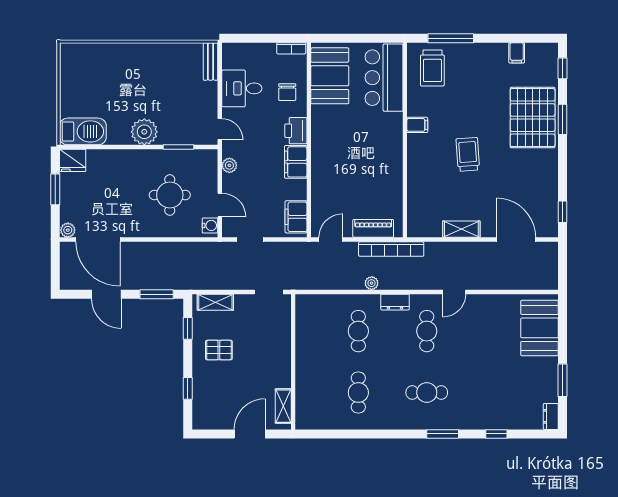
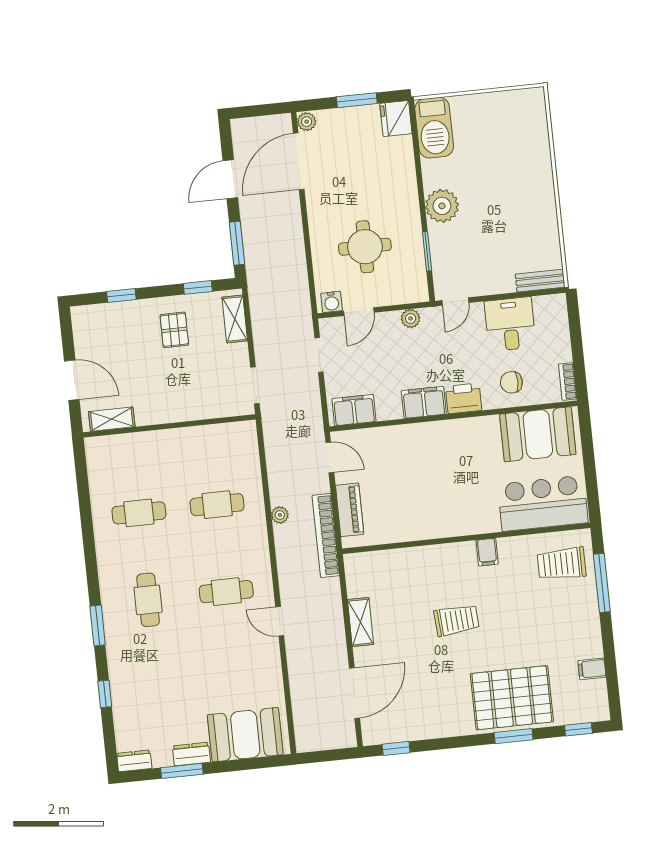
dresser: (395, 302) -> (191, 754), moved, turned 90

